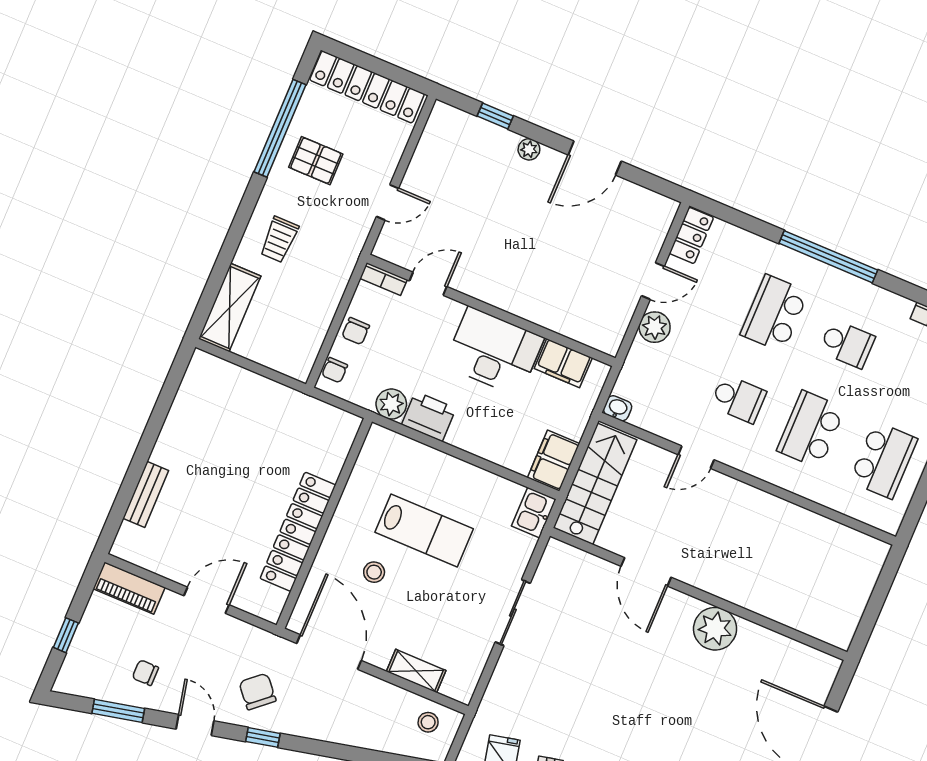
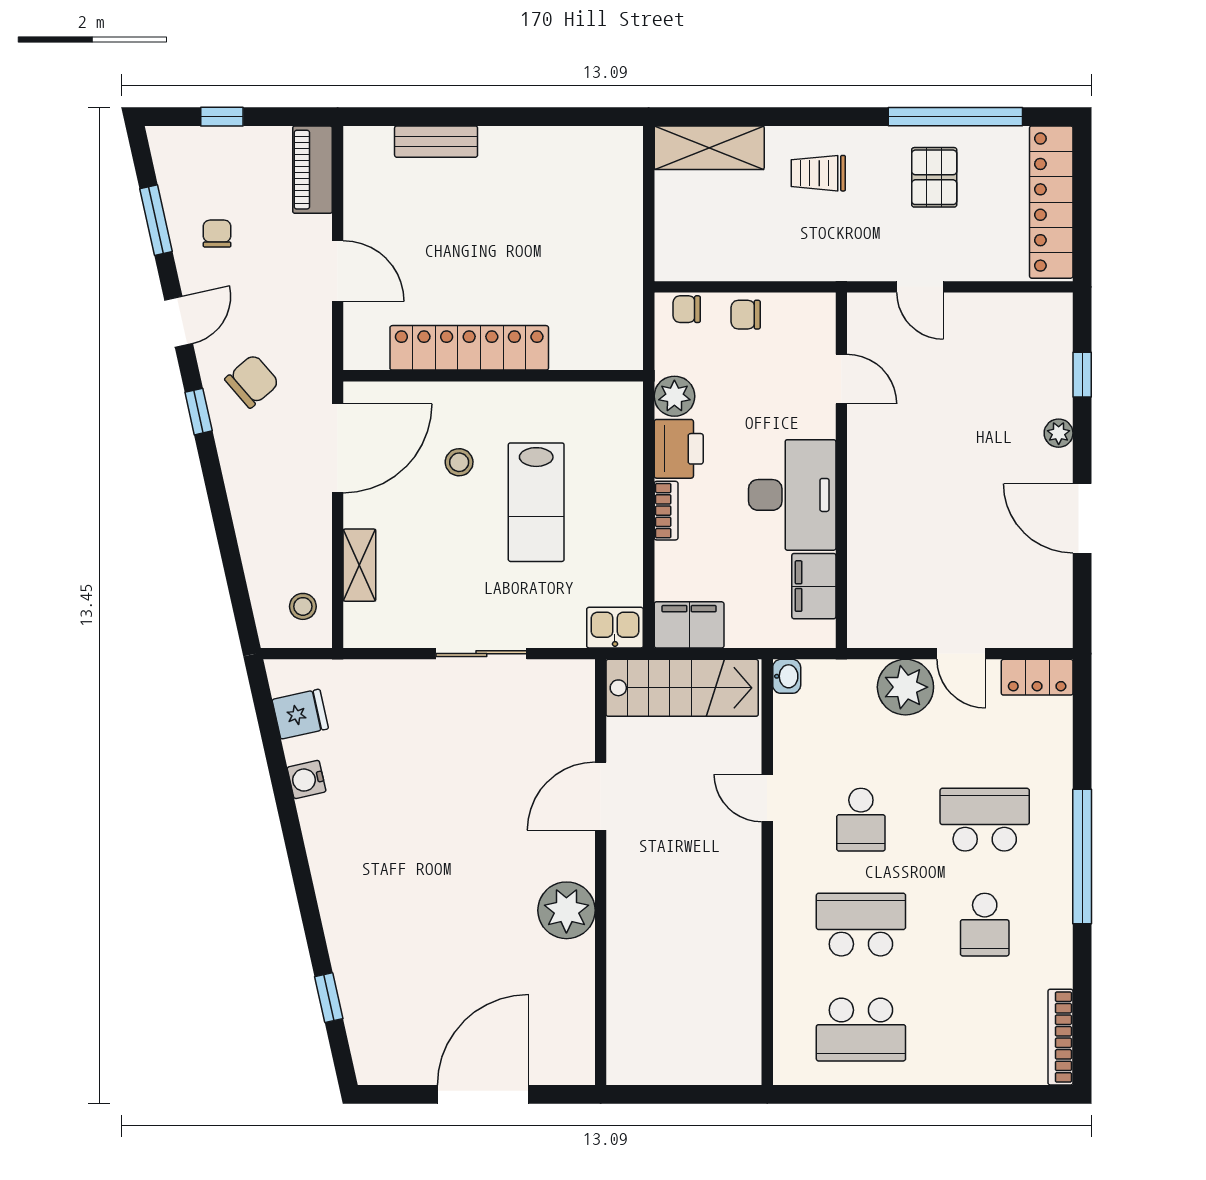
bookcase: (384, 279) -> (666, 511), moved, turned 180
plant: (655, 327) -> (905, 687), width x1.36, depth x1.36

